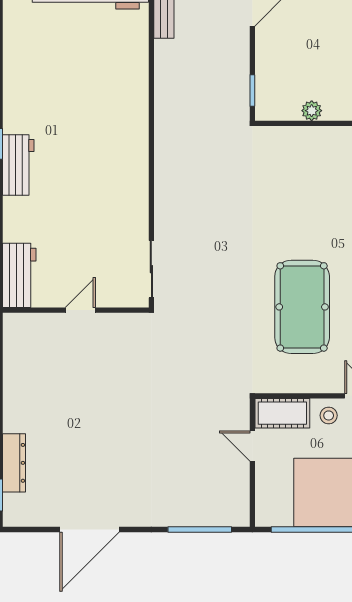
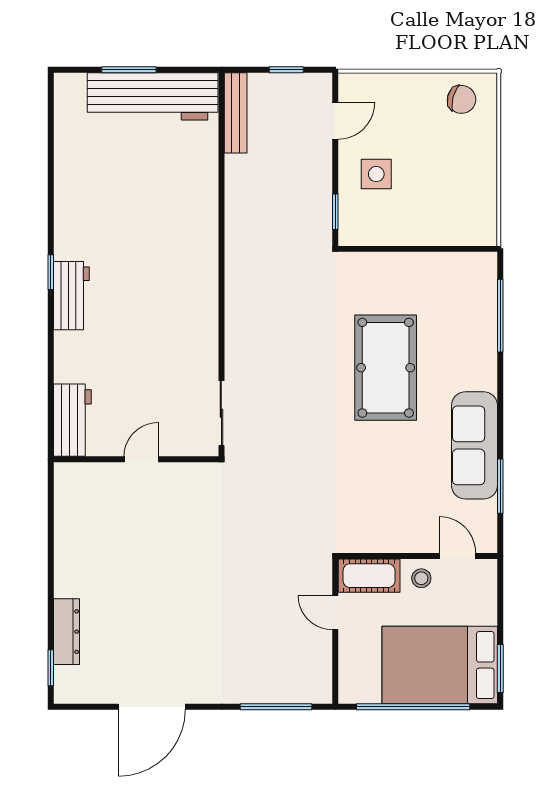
side table: (289, 57) -> (376, 174), added
plant: (312, 111) -> (402, 235), removed
pool table: (302, 307) -> (386, 368), moved

